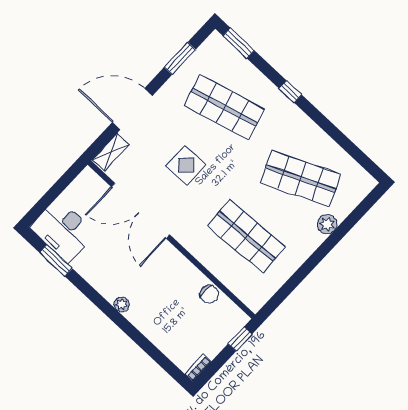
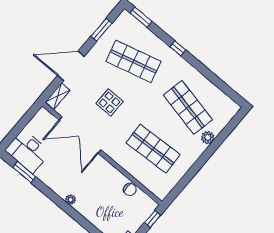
shop shelf: (300, 179) -> (188, 107), turned 36

